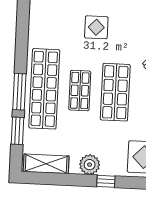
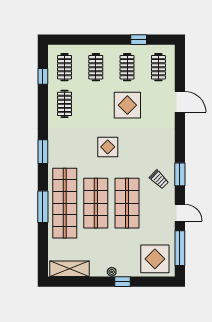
shop shelf: (80, 91) -> (96, 203), width x1.43, depth x1.36
window: (18, 131) -> (43, 152), moved
plant: (90, 165) -> (112, 272), width x0.53, depth x0.53

